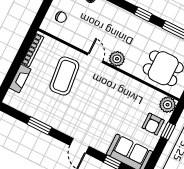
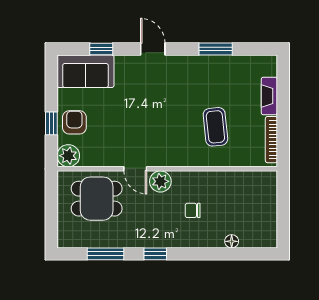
chair: (61, 17) -> (193, 210), moved
door: (95, 58) -> (135, 169), moved
coffee table: (64, 76) -> (215, 127), width x0.73, depth x0.76

